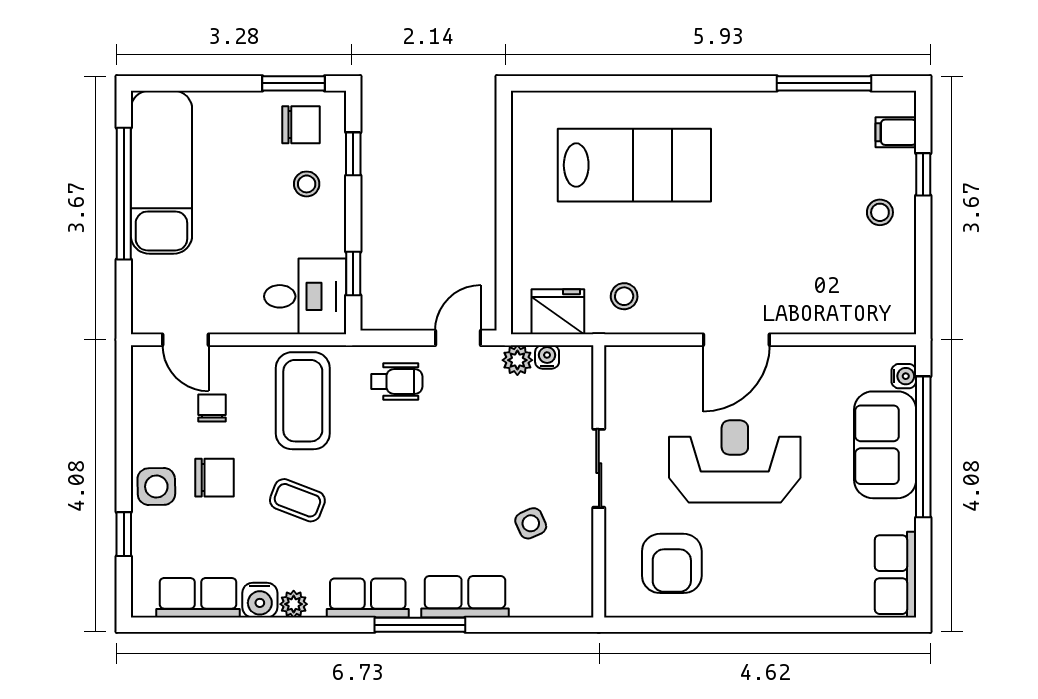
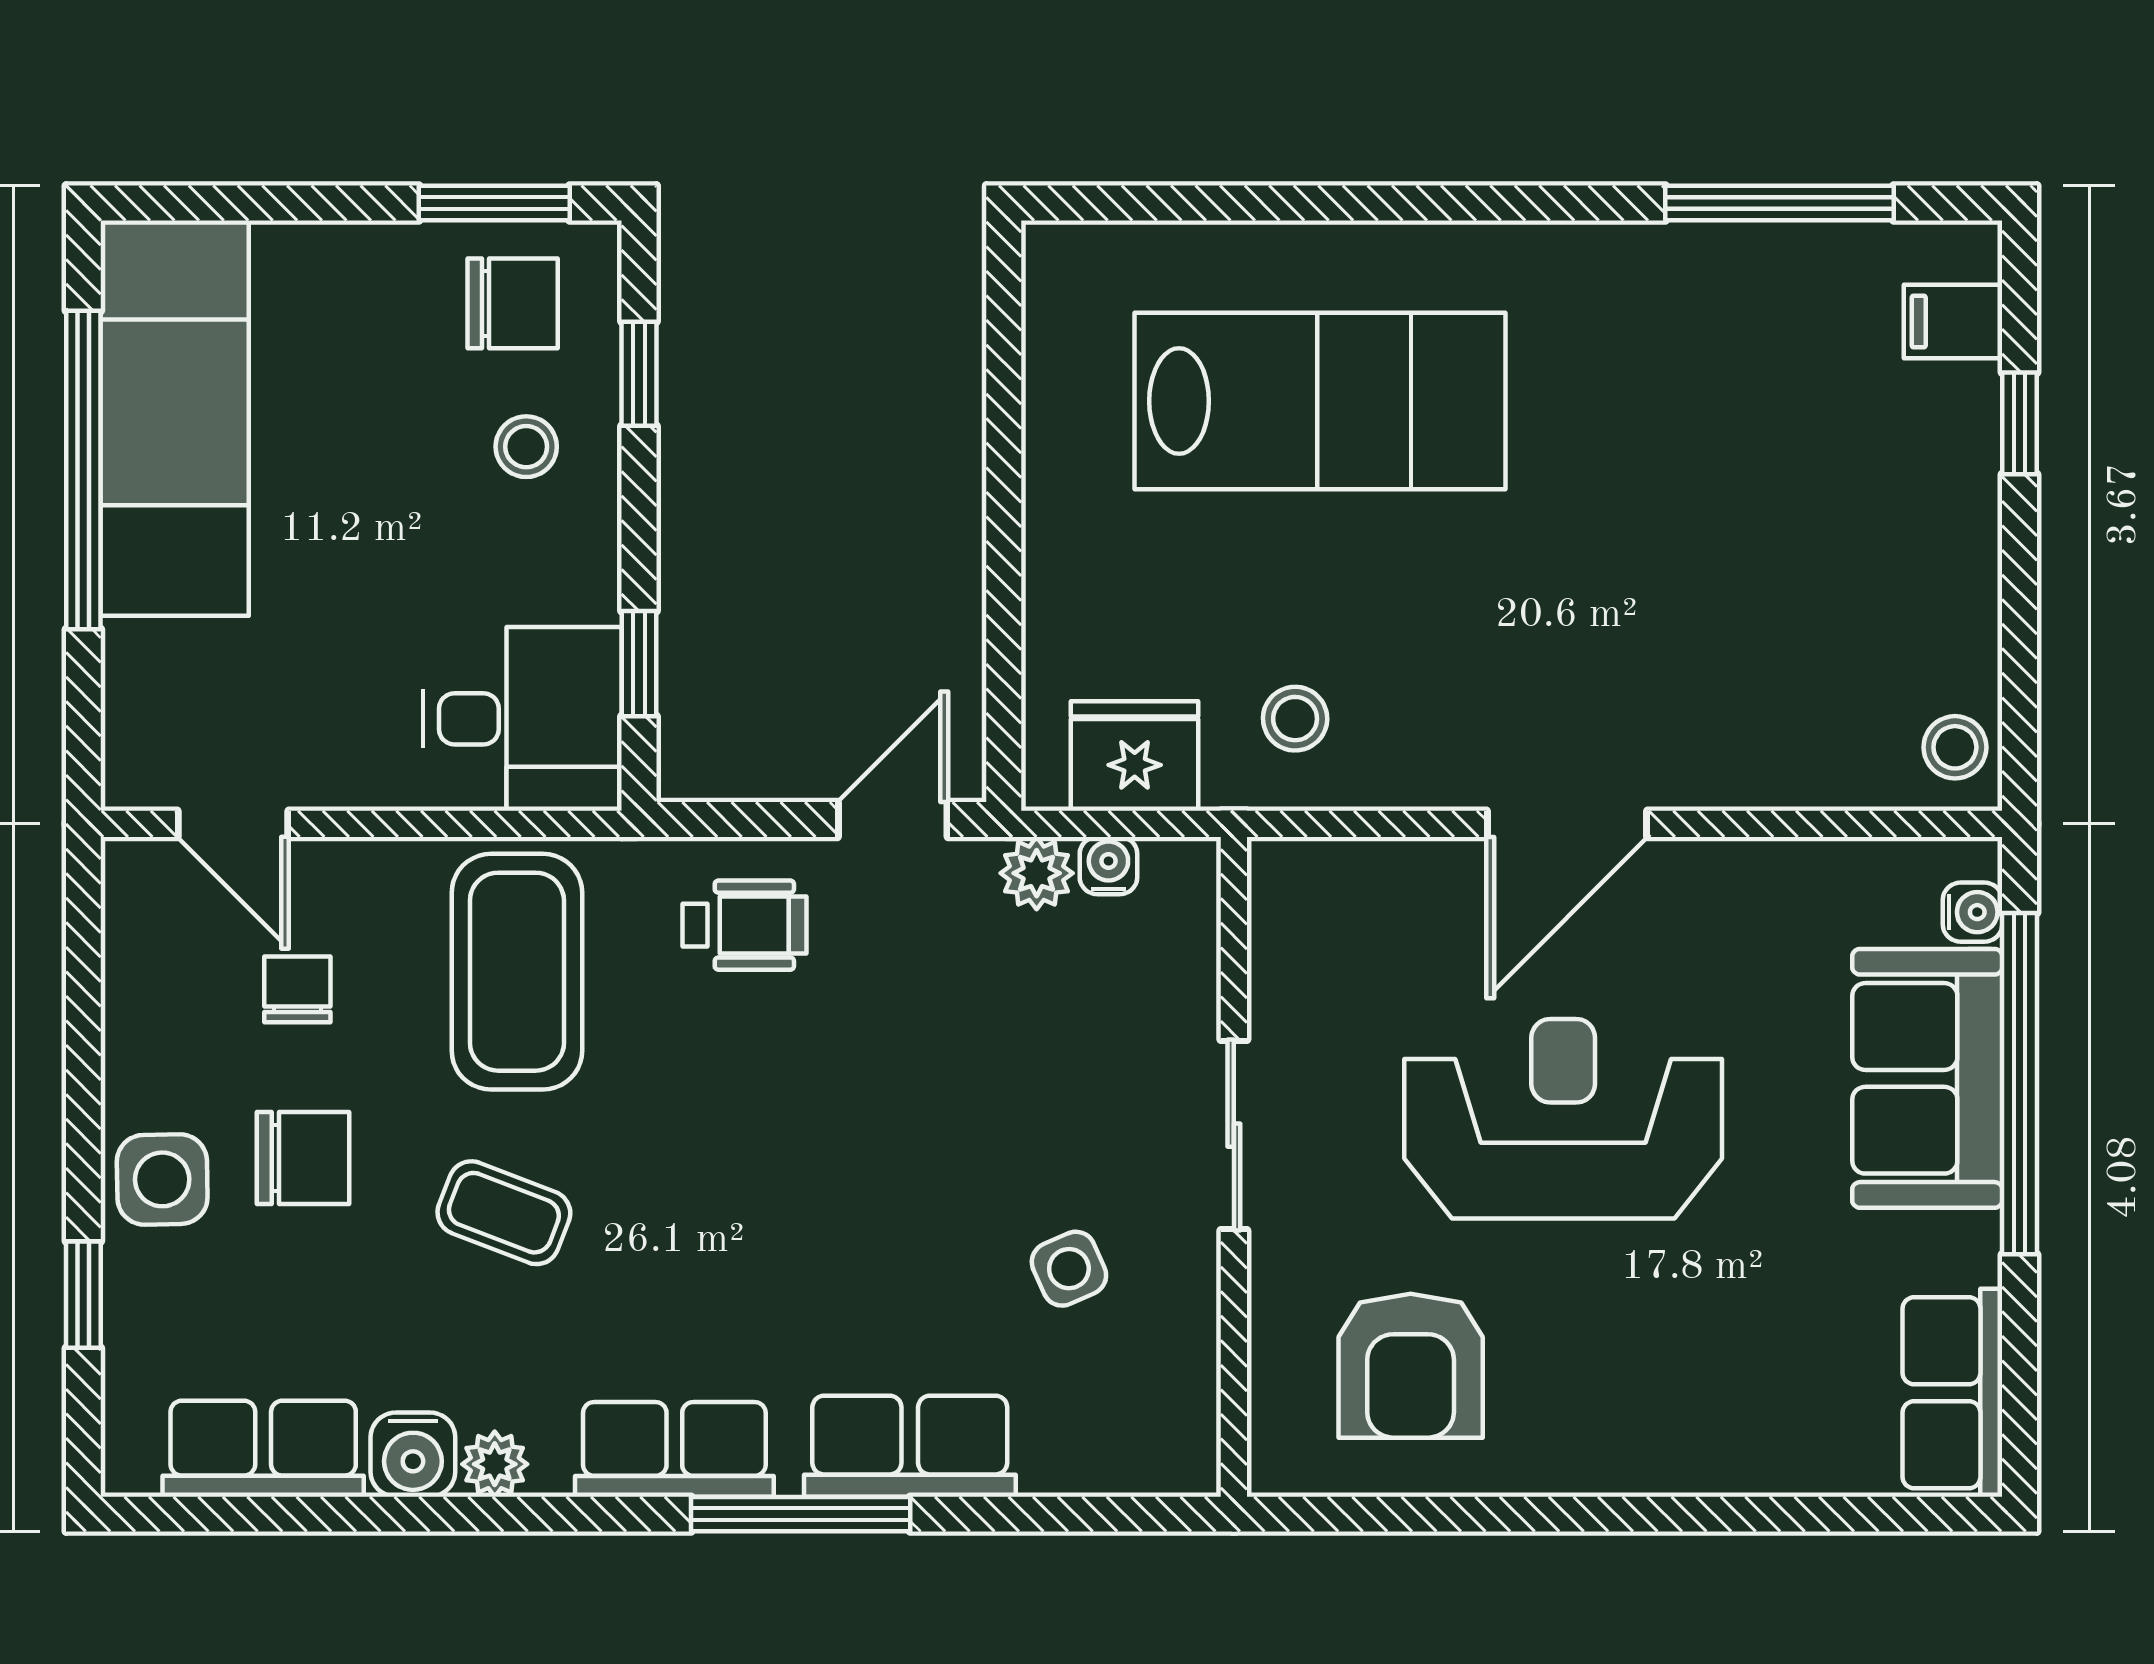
stool: (880, 212) -> (1955, 747), moved

